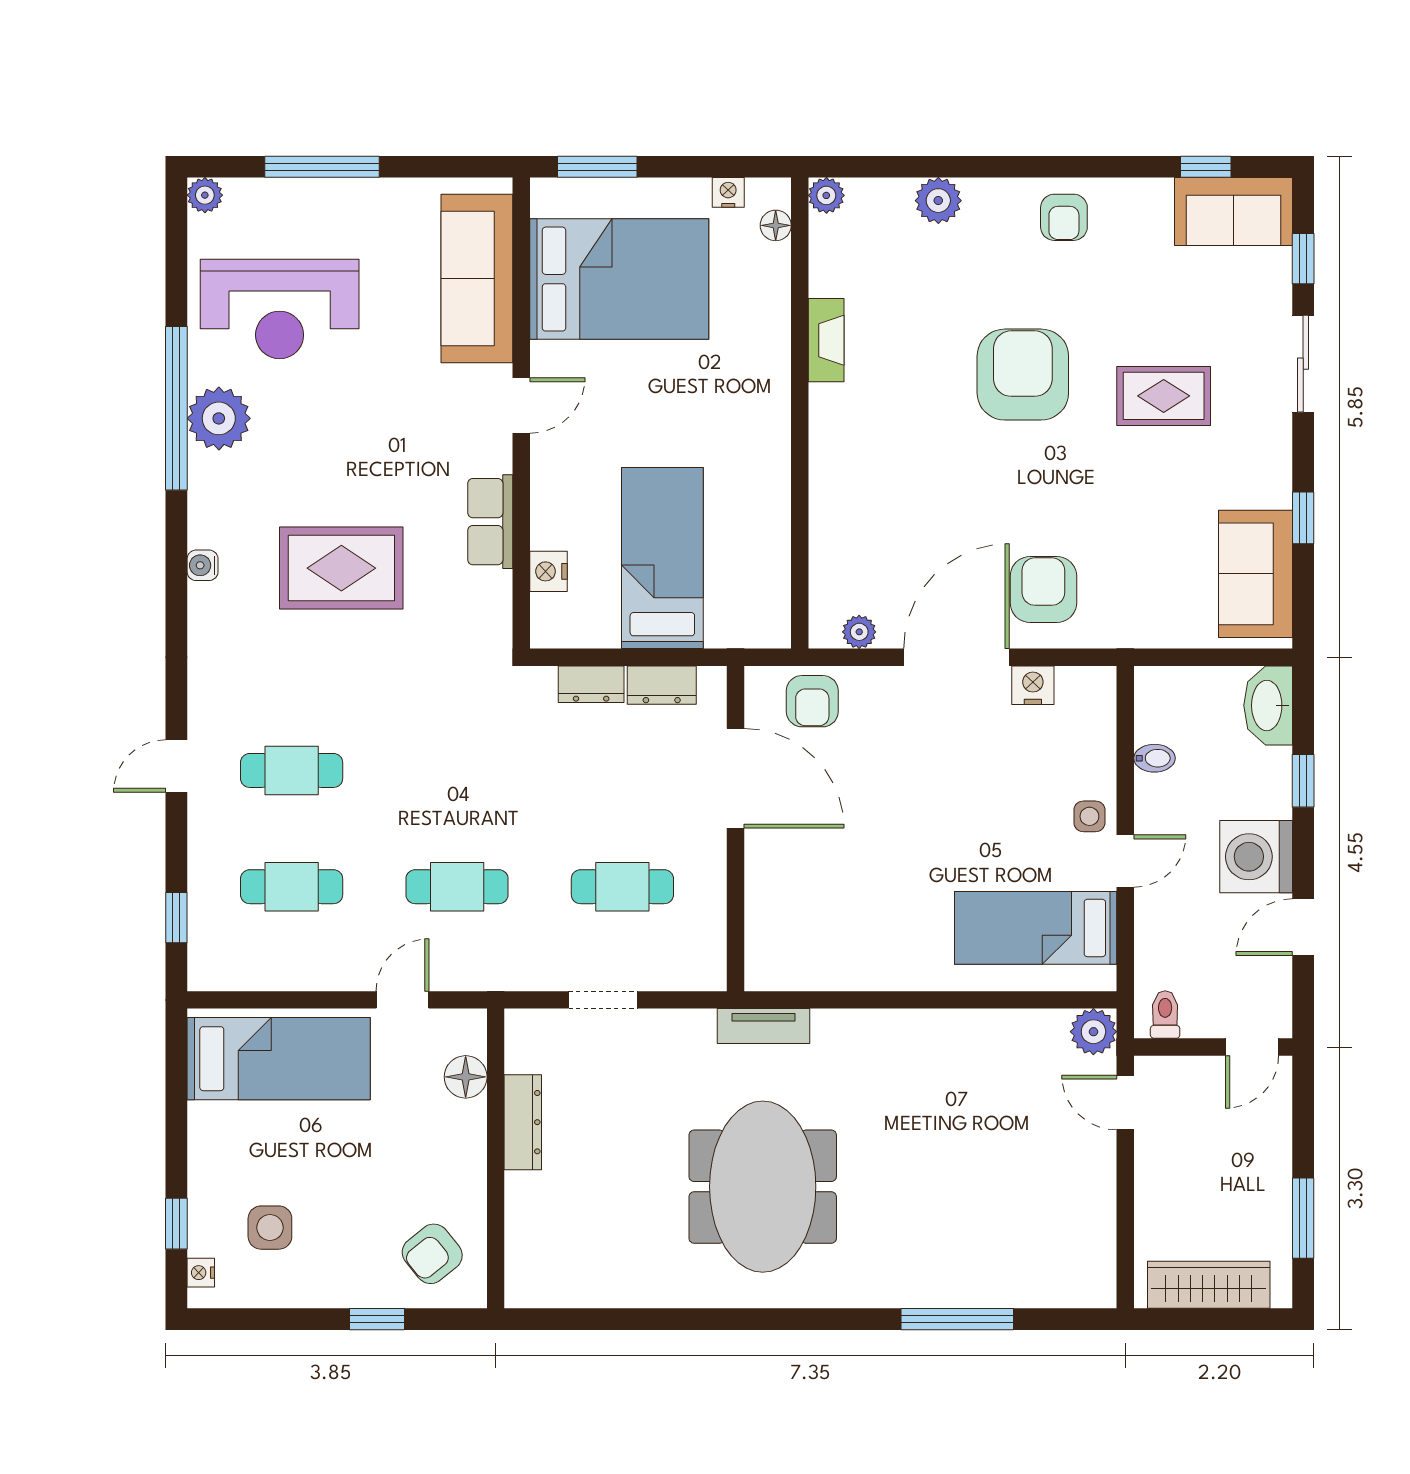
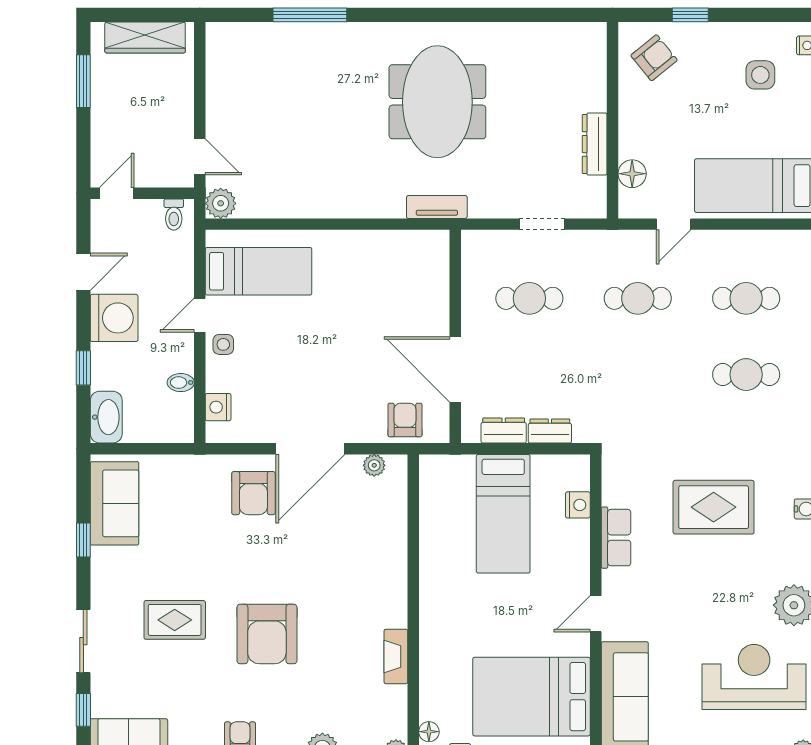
nightstand: (1033, 685) -> (218, 407), moved, turned 90

